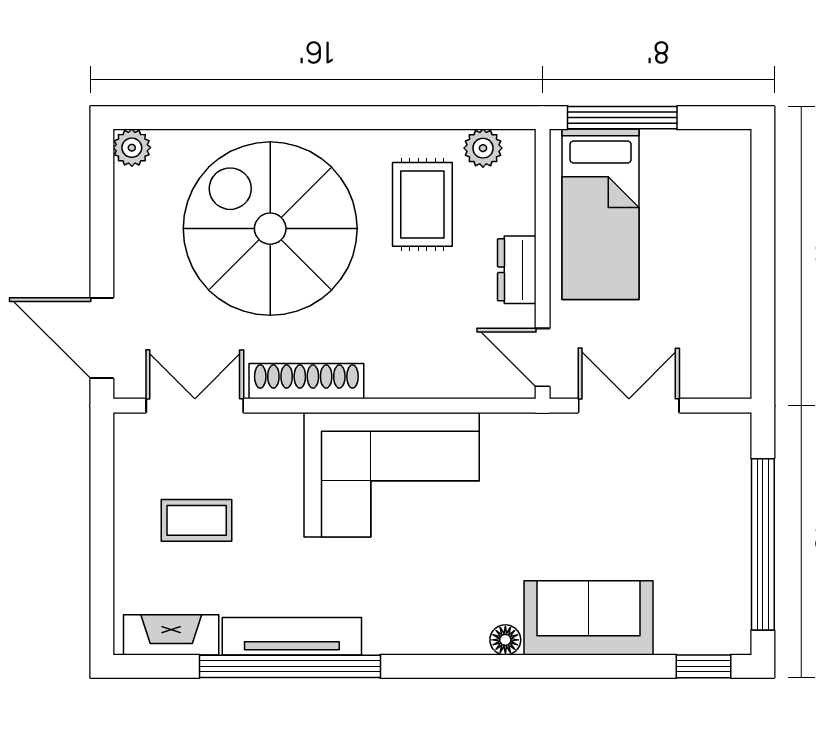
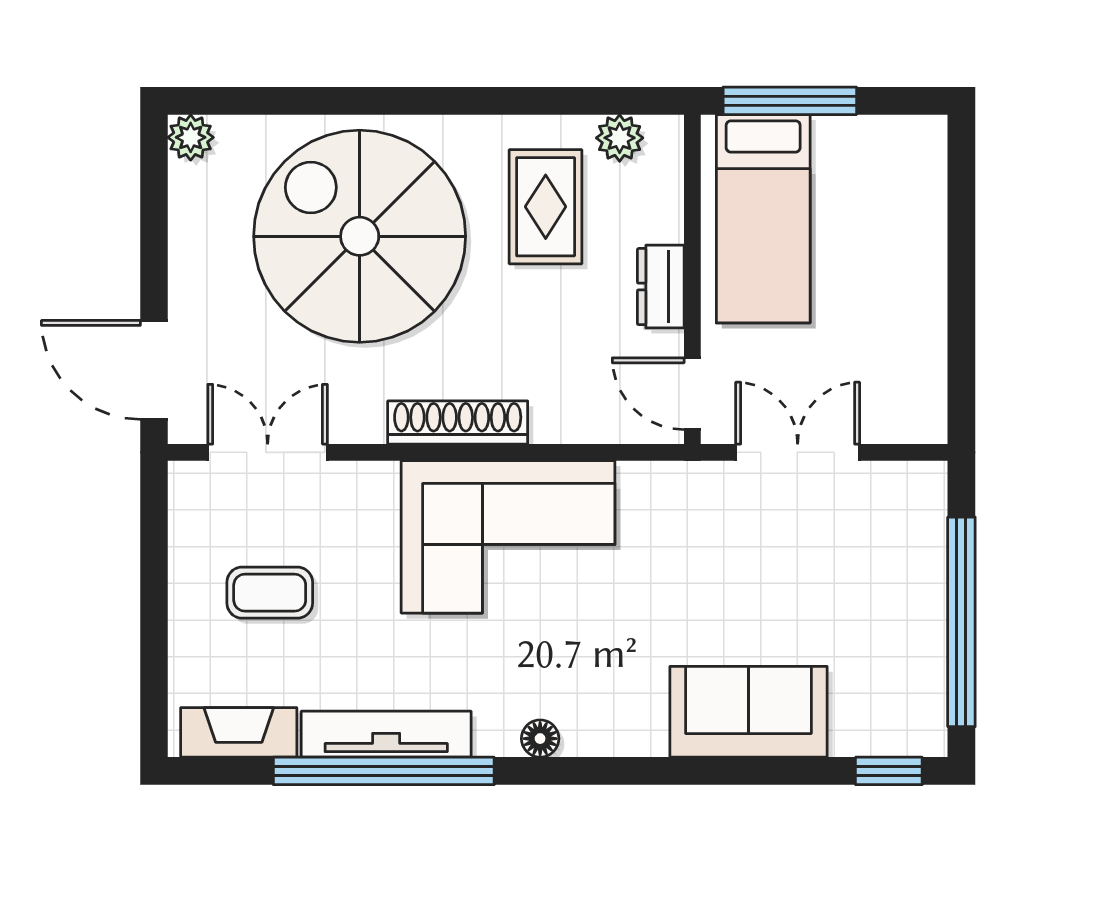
shoe rack: (306, 381) -> (458, 423), moved
floor lamp: (505, 640) -> (540, 739), moved

